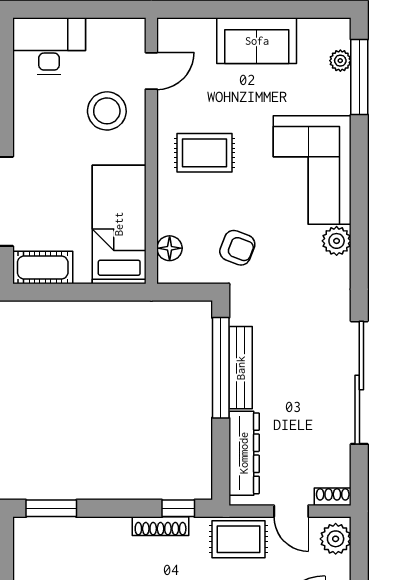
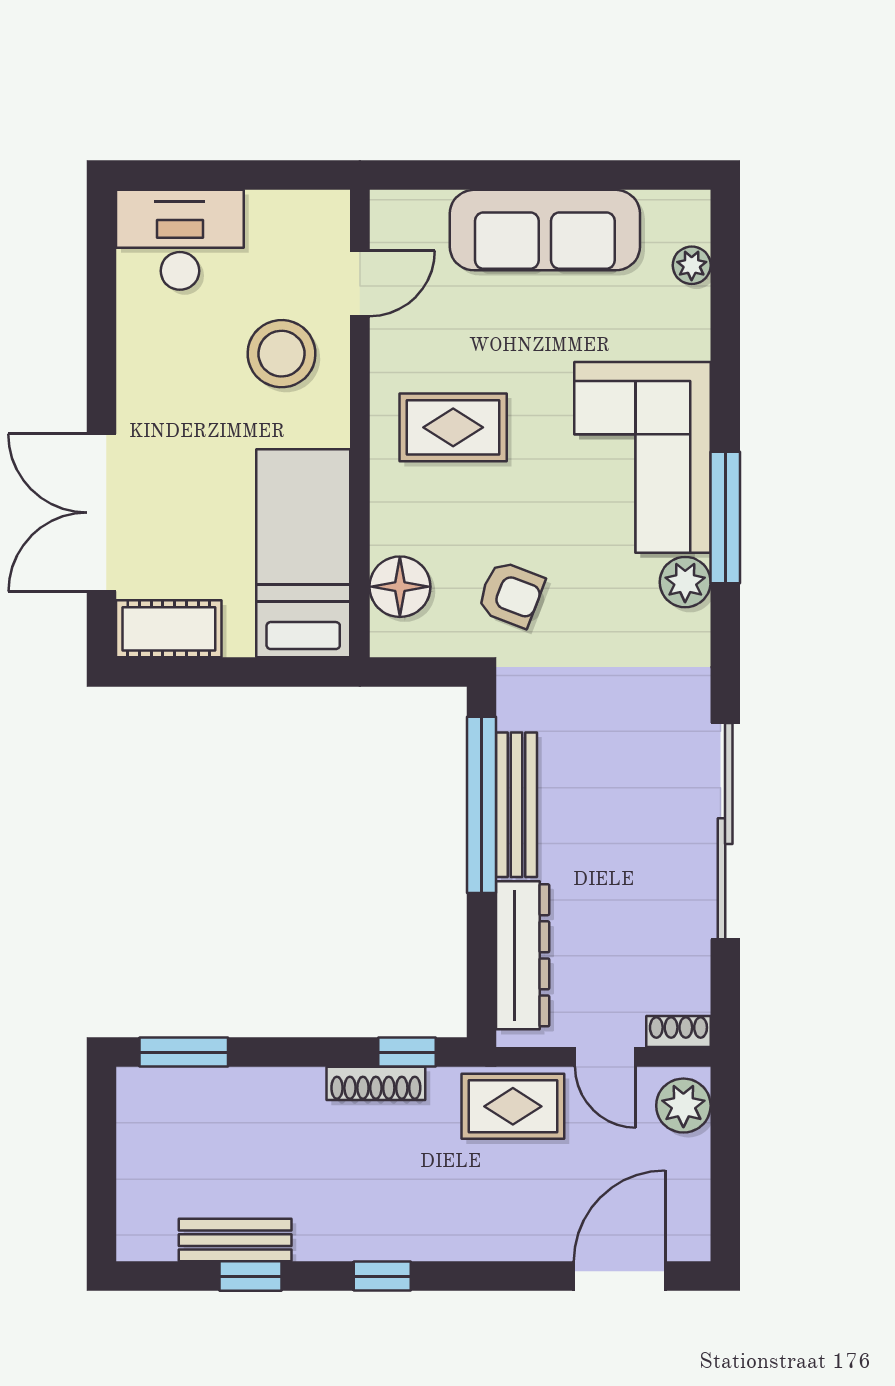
sofa: (257, 41) -> (545, 230), width x1.36
window: (359, 77) -> (725, 518), moved
floor lamp: (170, 248) -> (400, 587), width x1.38, depth x1.38

